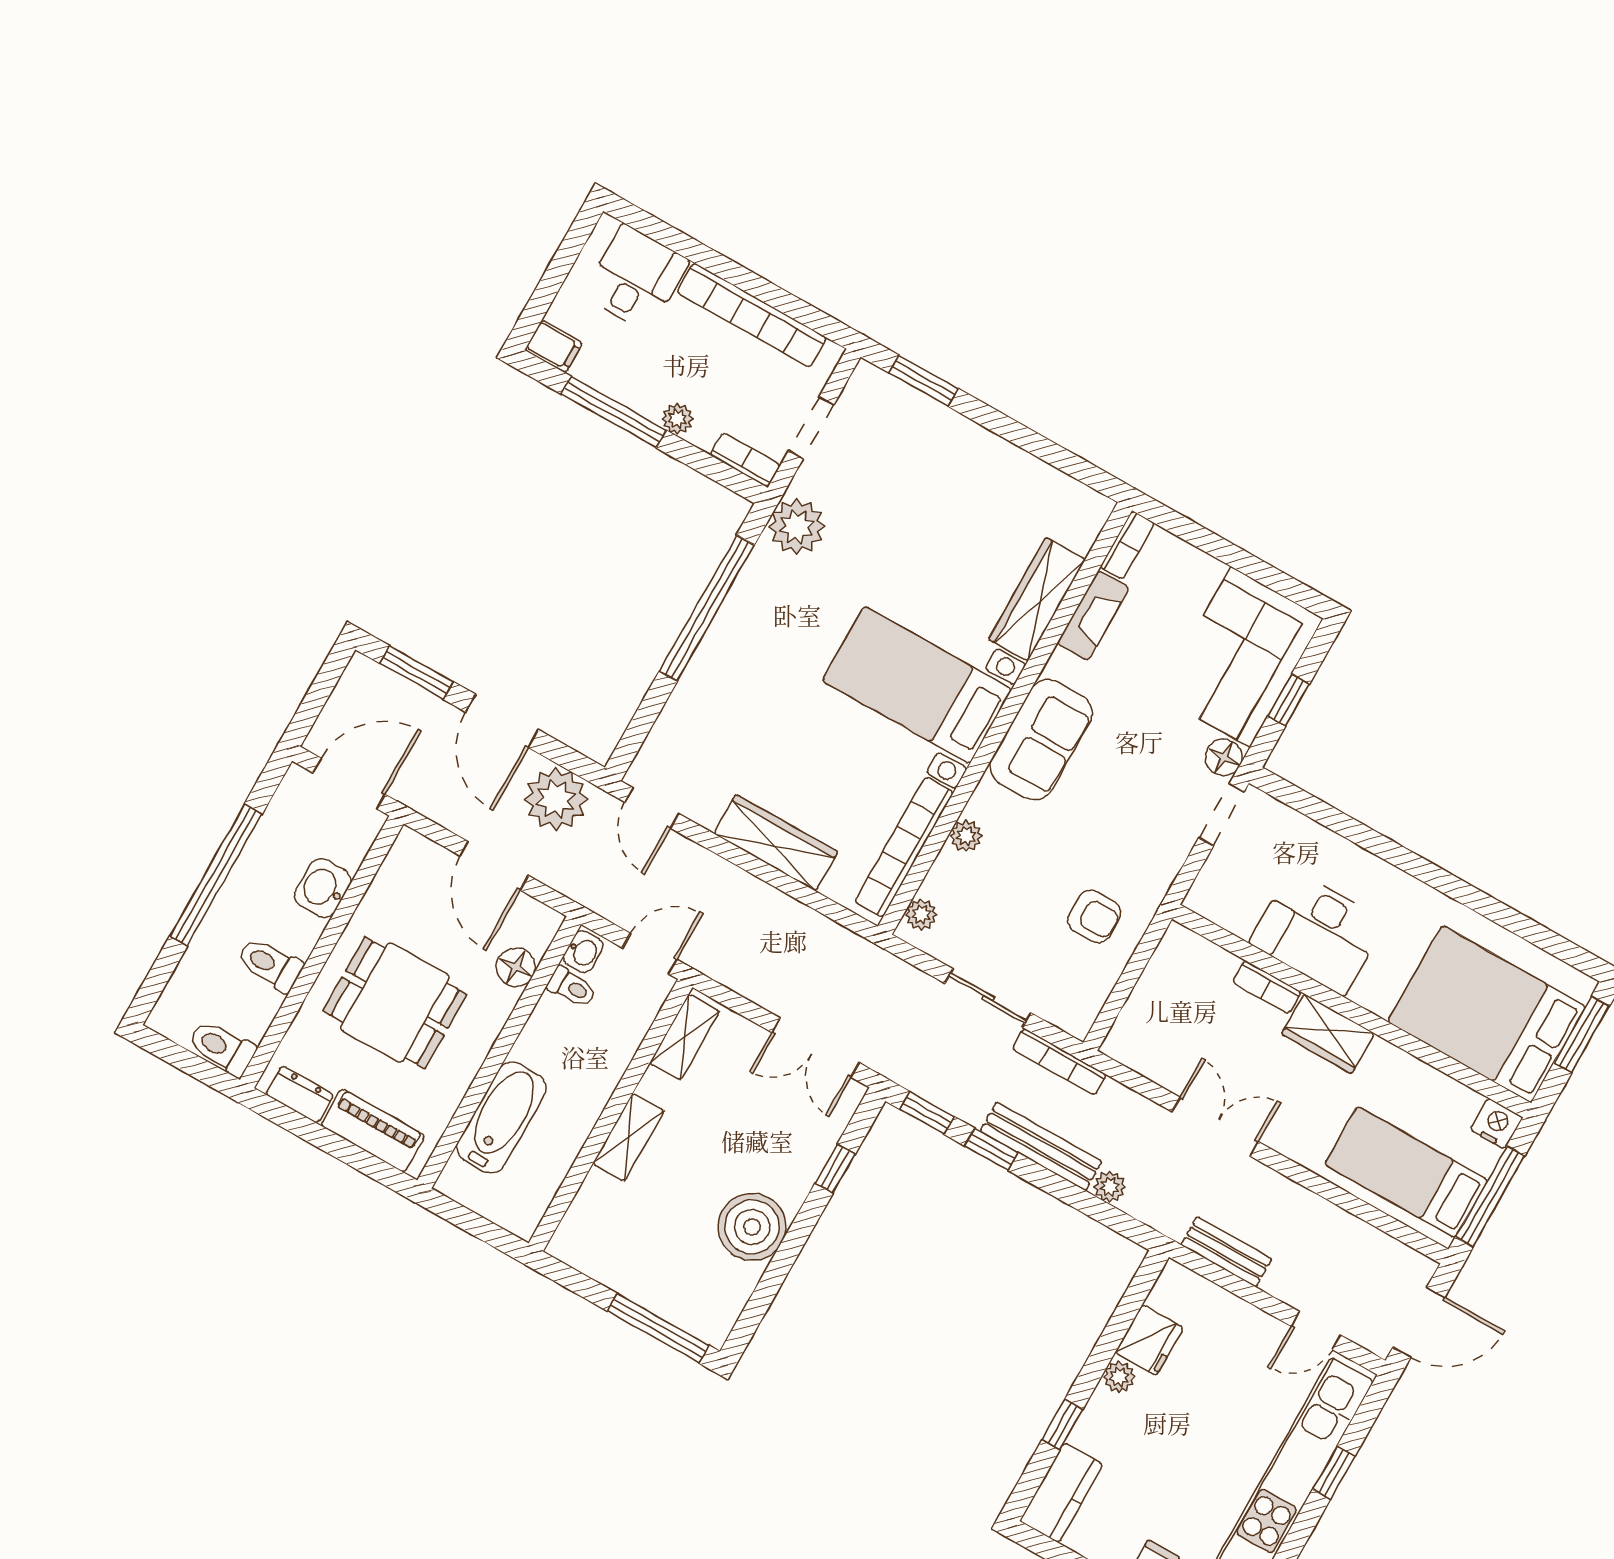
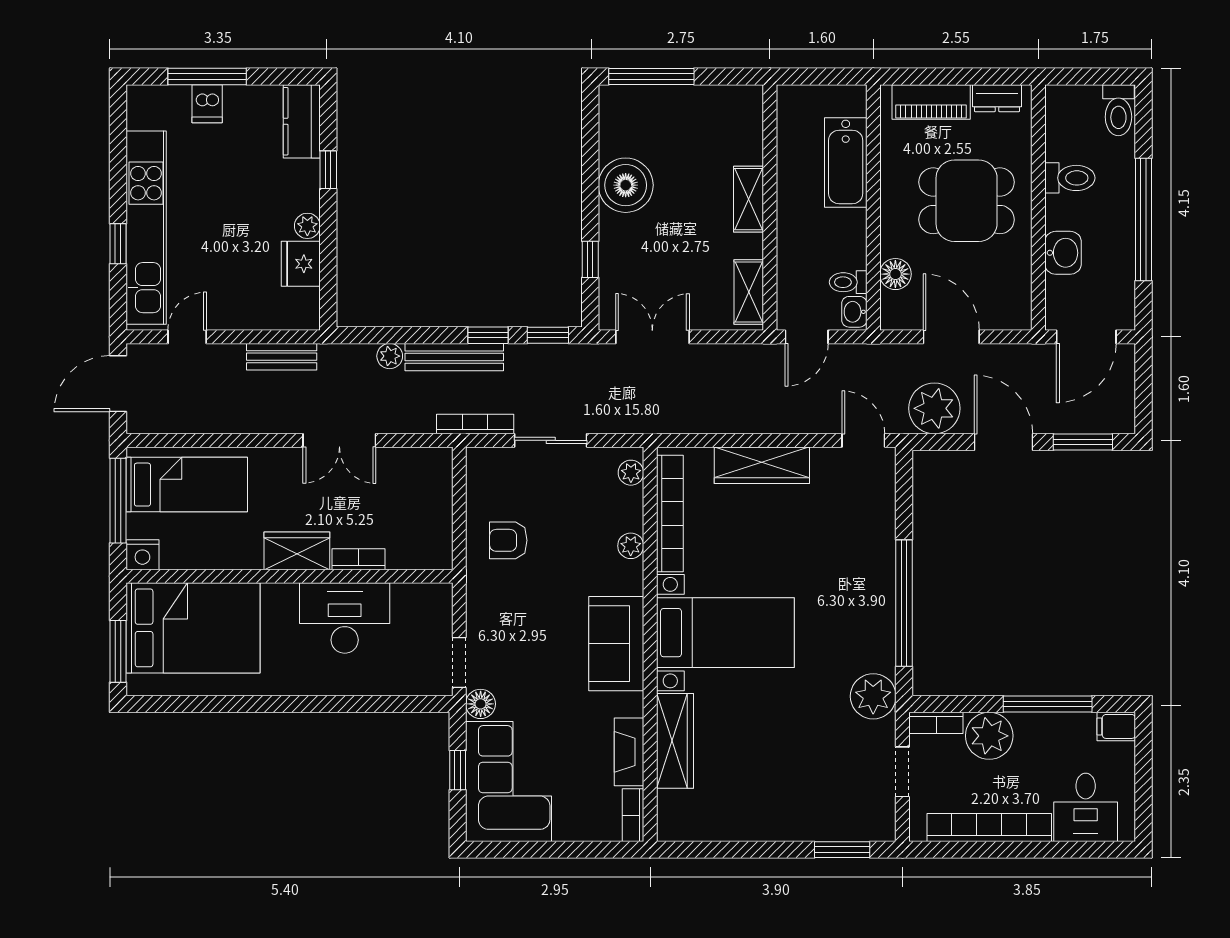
plant: (677, 419) -> (989, 736), width x1.87, depth x1.87
toilet: (222, 1048) -> (1118, 110), moved, turned 90

